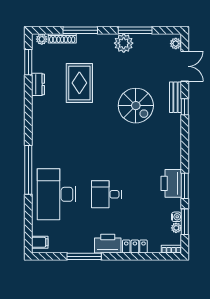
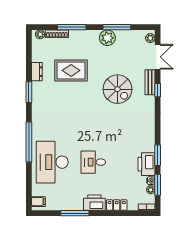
window: (28, 62) -> (29, 92), moved
rug: (79, 83) -> (71, 70), turned 90
printer: (171, 183) -> (147, 164), moved

